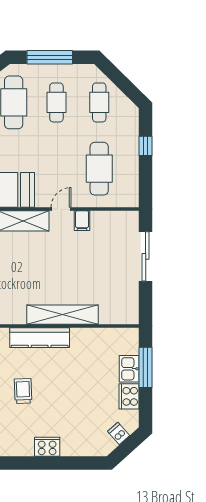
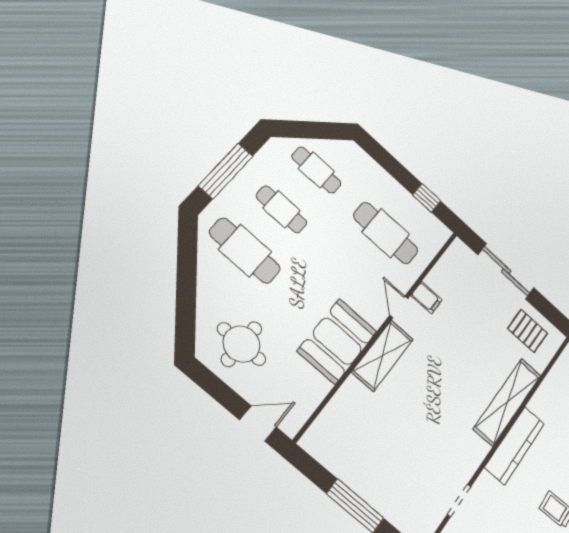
window: (146, 146) -> (427, 198), moved
pallet: (119, 297) -> (528, 331), added

